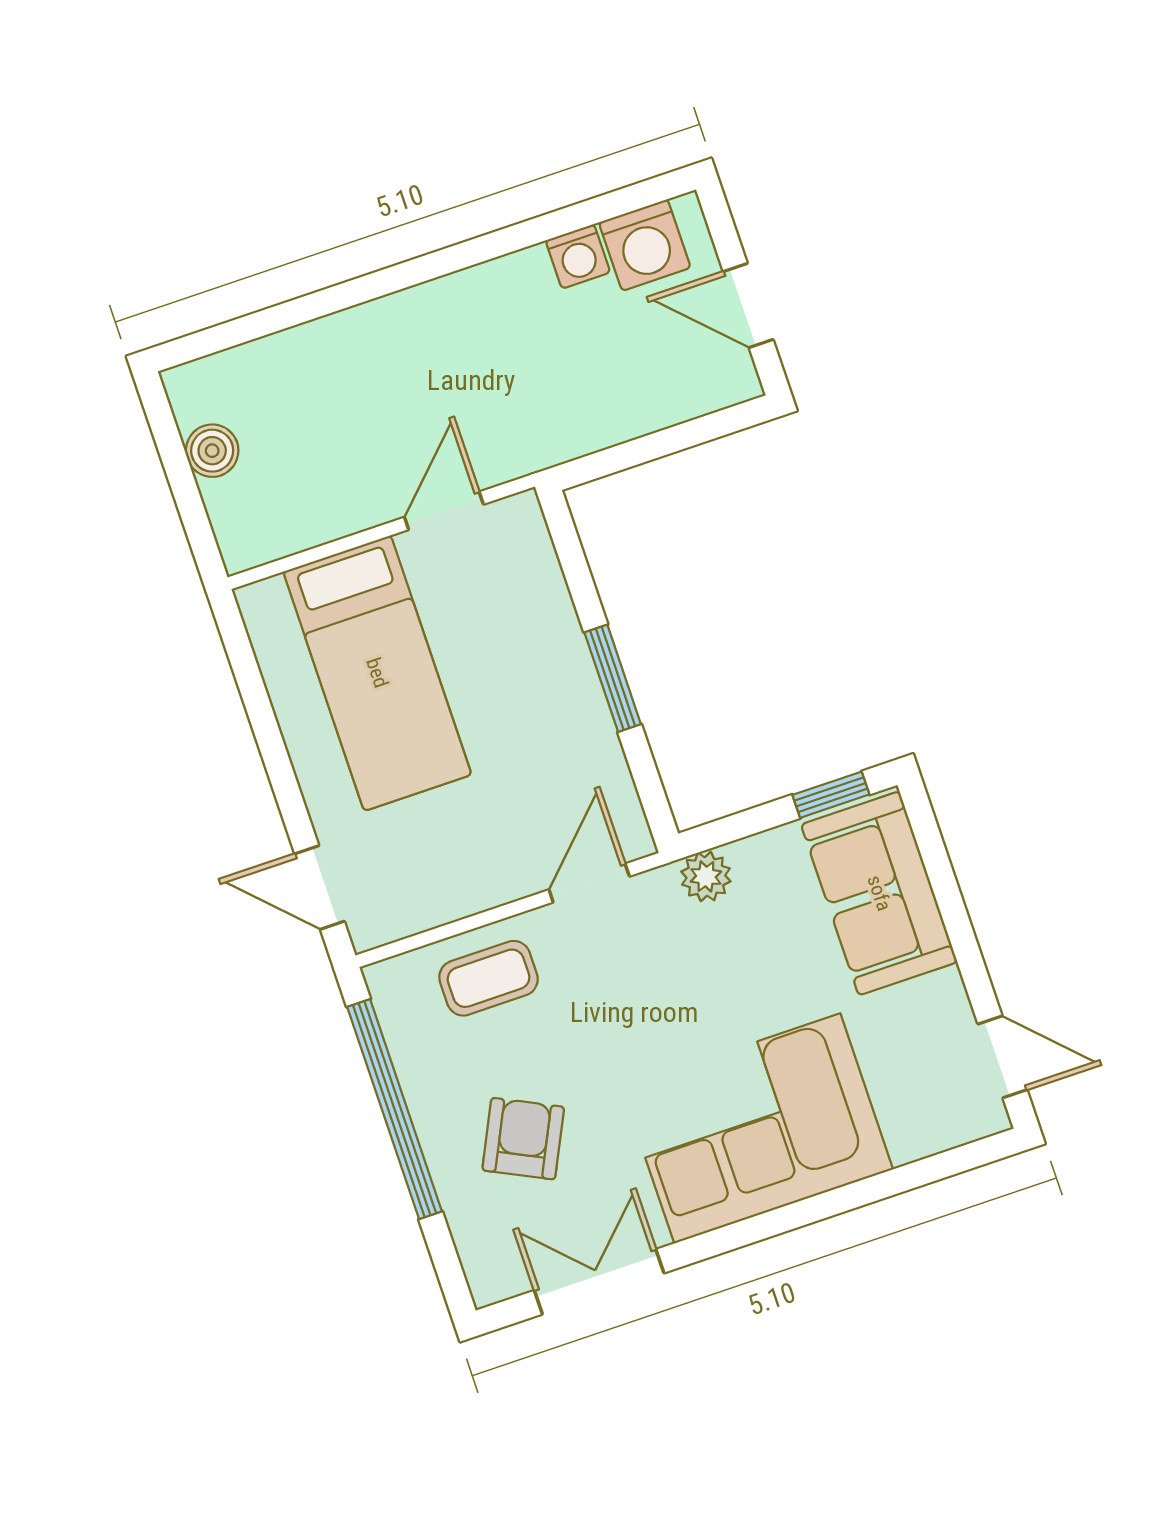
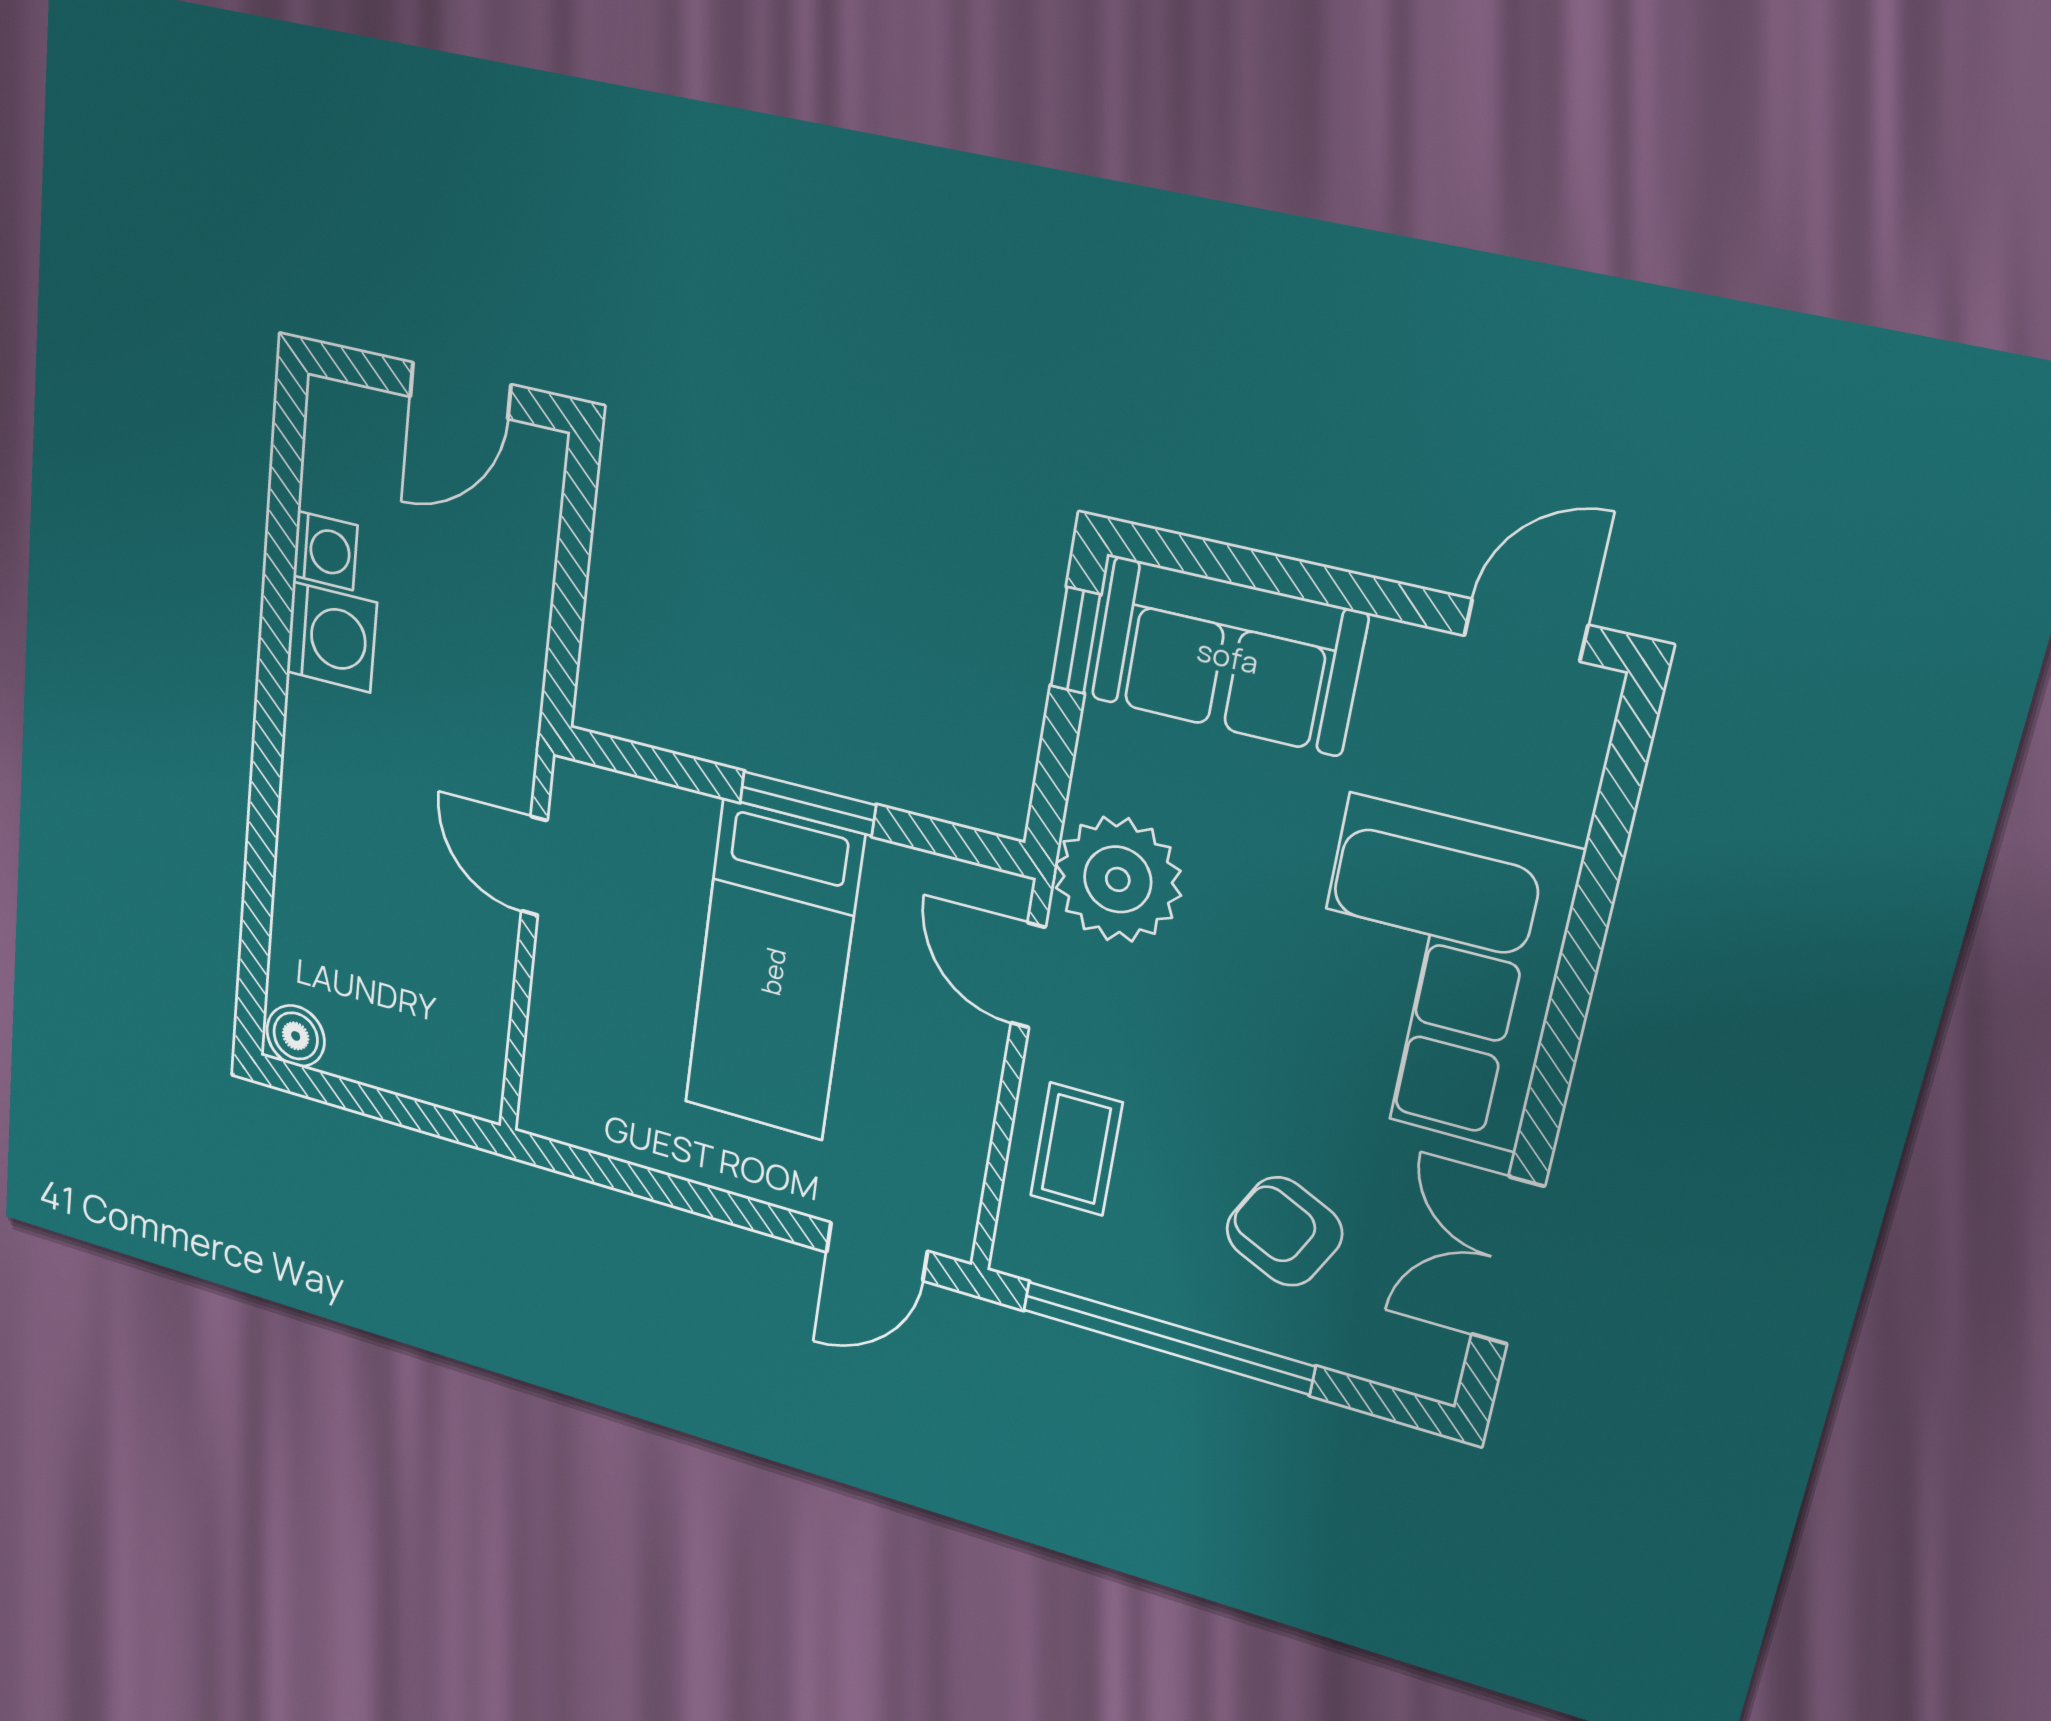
washing machine: (645, 245) -> (332, 637), moved
boiler: (212, 451) -> (296, 1036), moved
bed: (377, 673) -> (773, 971), moved, turned 90
plant: (706, 877) -> (1118, 879), width x1.88, depth x1.88

